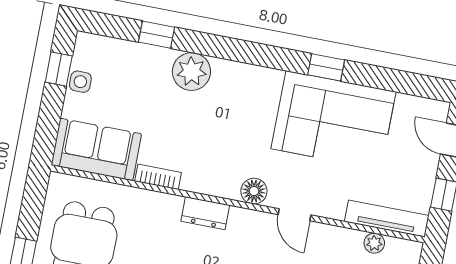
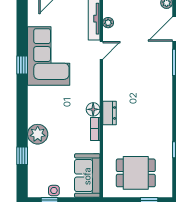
bookcase: (158, 177) -> (95, 129), moved
floor lamp: (254, 191) -> (93, 109), moved
door: (295, 215) -> (101, 50), moved

